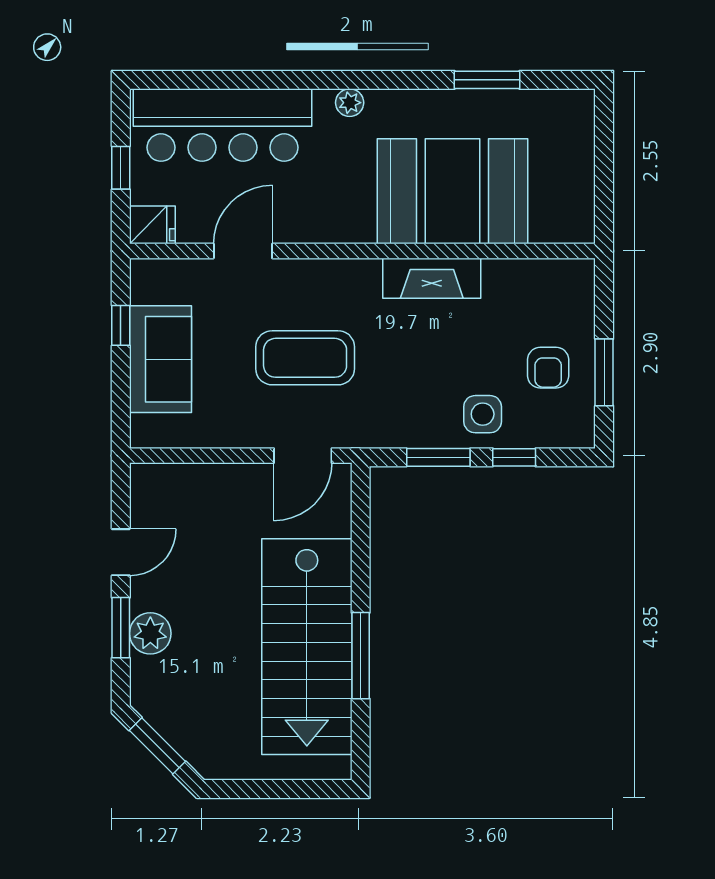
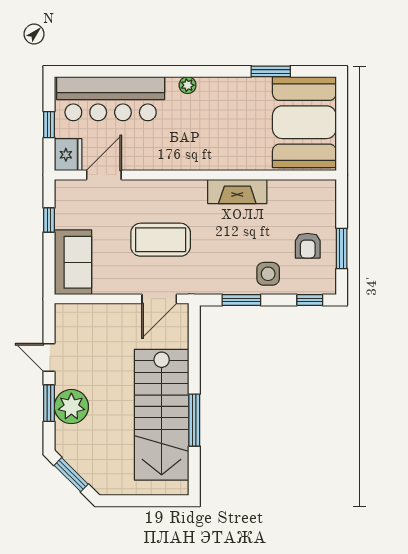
booth: (453, 191) -> (304, 122), moved, turned 90
fridge: (152, 225) -> (68, 155), width x1.38
door: (243, 251) -> (104, 175), moved
sofa: (160, 359) -> (73, 262), moved
window: (514, 457) -> (310, 300), moved
door: (121, 552) -> (49, 357), swing flipped
plant: (150, 633) -> (71, 407), width x1.36, depth x1.36

